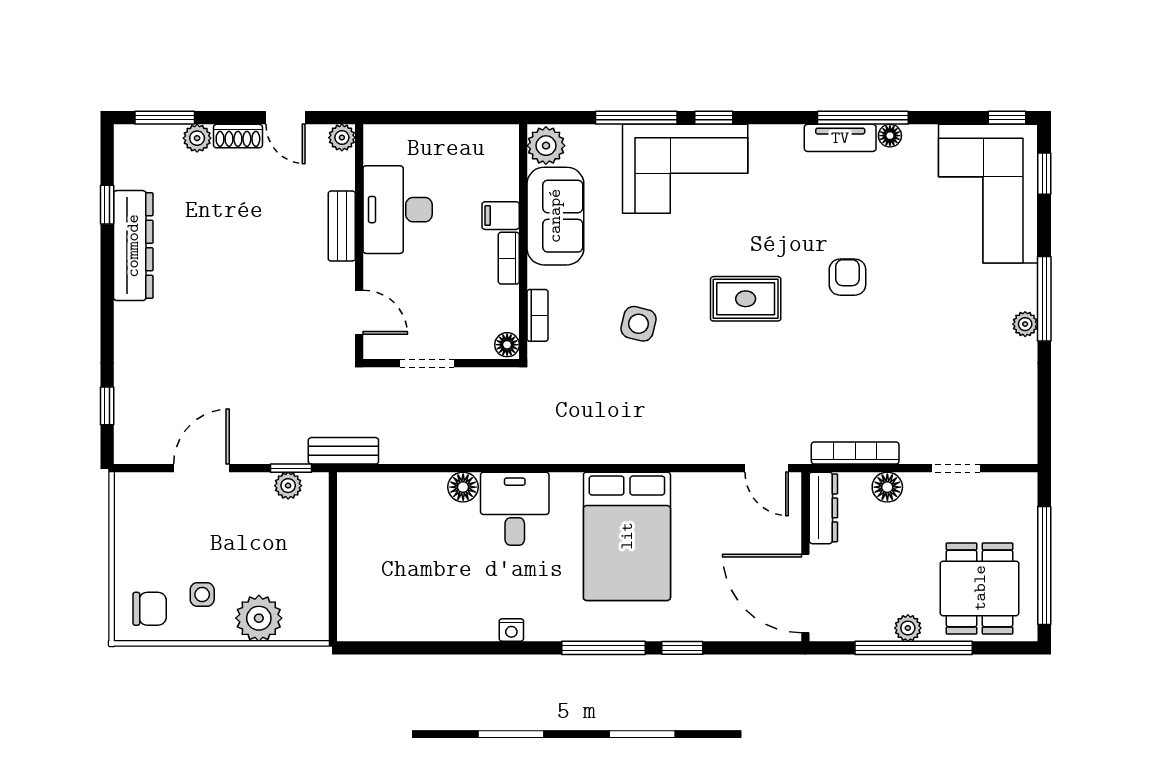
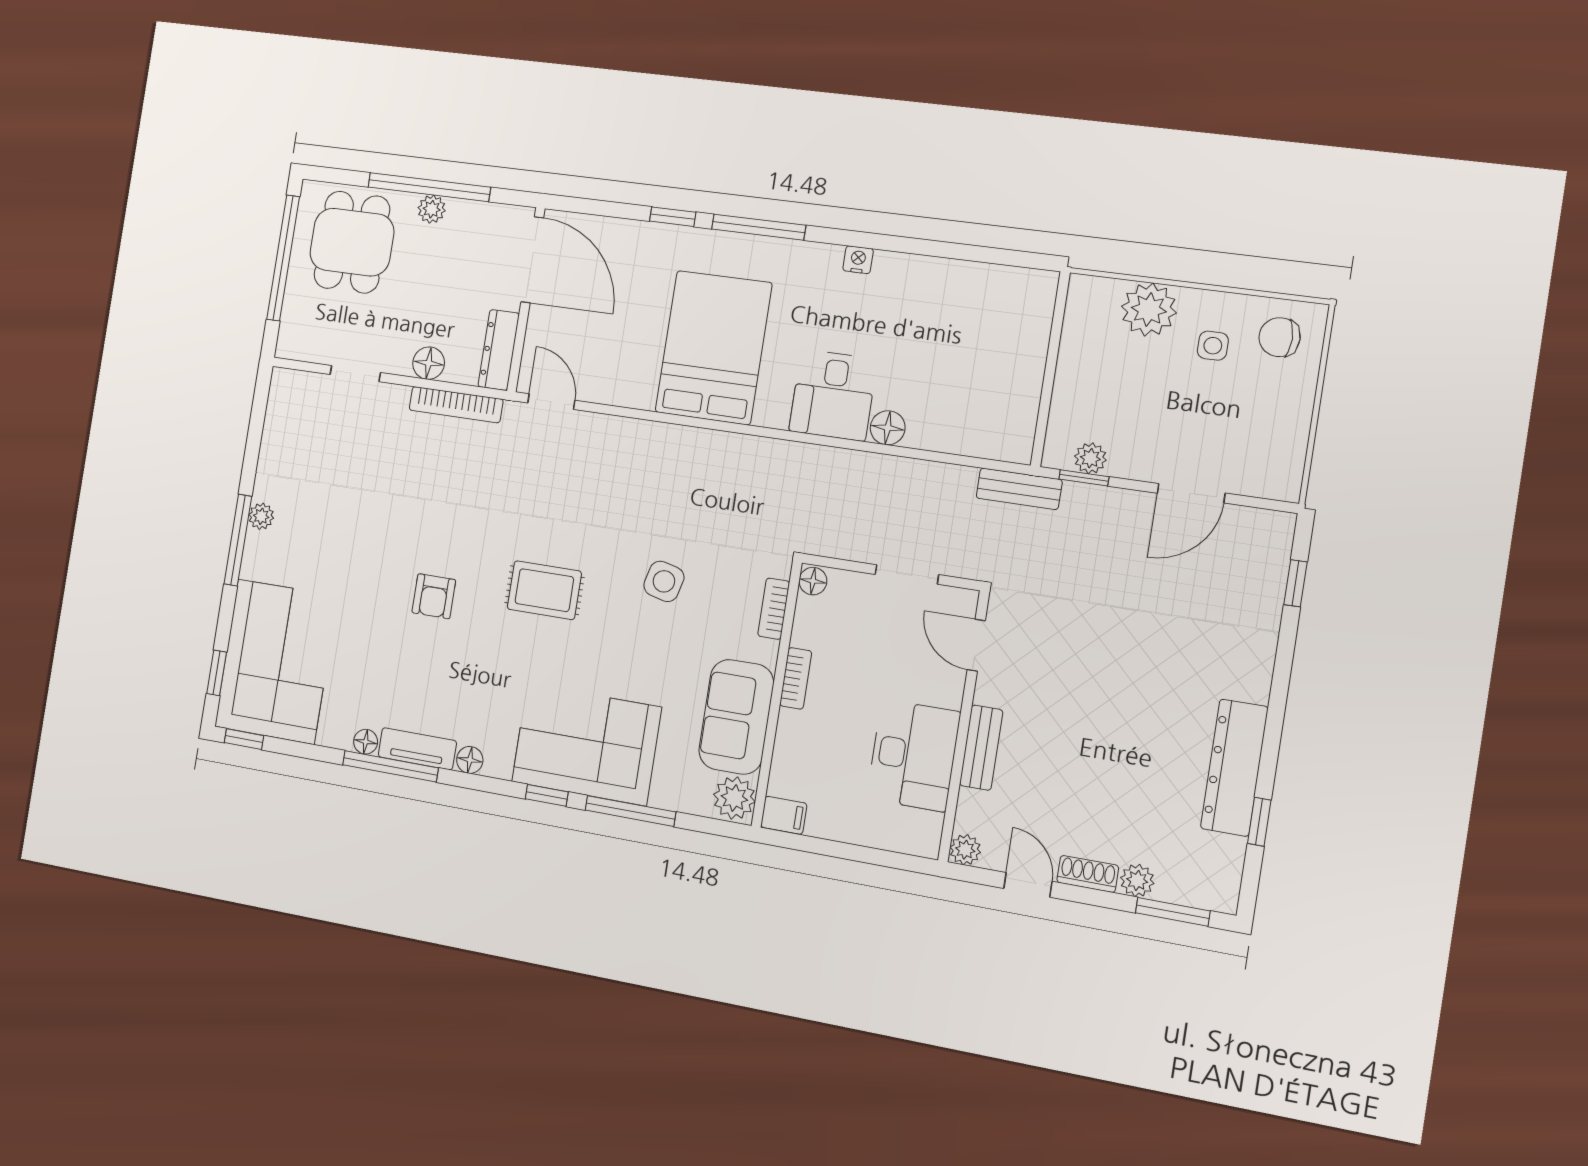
floor lamp: (790, 136) -> (470, 760), added
filing cabinet: (501, 216) -> (784, 815), moved

